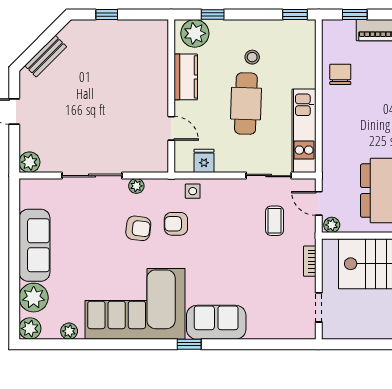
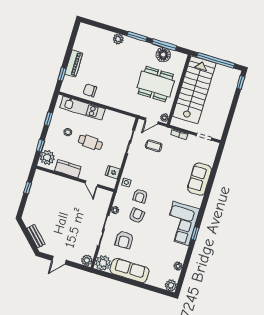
window: (107, 15) -> (28, 188), moved
window: (295, 15) -> (48, 119), moved
cafe table: (246, 104) -> (90, 142), width x0.73, depth x0.74
door: (171, 128) -> (91, 184), swing flipped
kitchen unit: (304, 131) -> (82, 108), moved
armchair: (87, 219) -> (124, 240), added
plant: (34, 298) -> (103, 263), moved
corner sofa: (135, 304) -> (181, 223), width x0.73, depth x0.74
sofa: (216, 322) -> (199, 179), moved
window: (189, 344) -> (195, 234), moved

